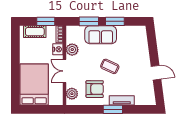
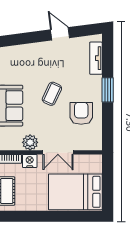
door: (156, 73) -> (60, 34), hinge flipped
plant: (72, 94) -> (87, 143), removed
tv unit: (122, 100) -> (96, 58), moved

